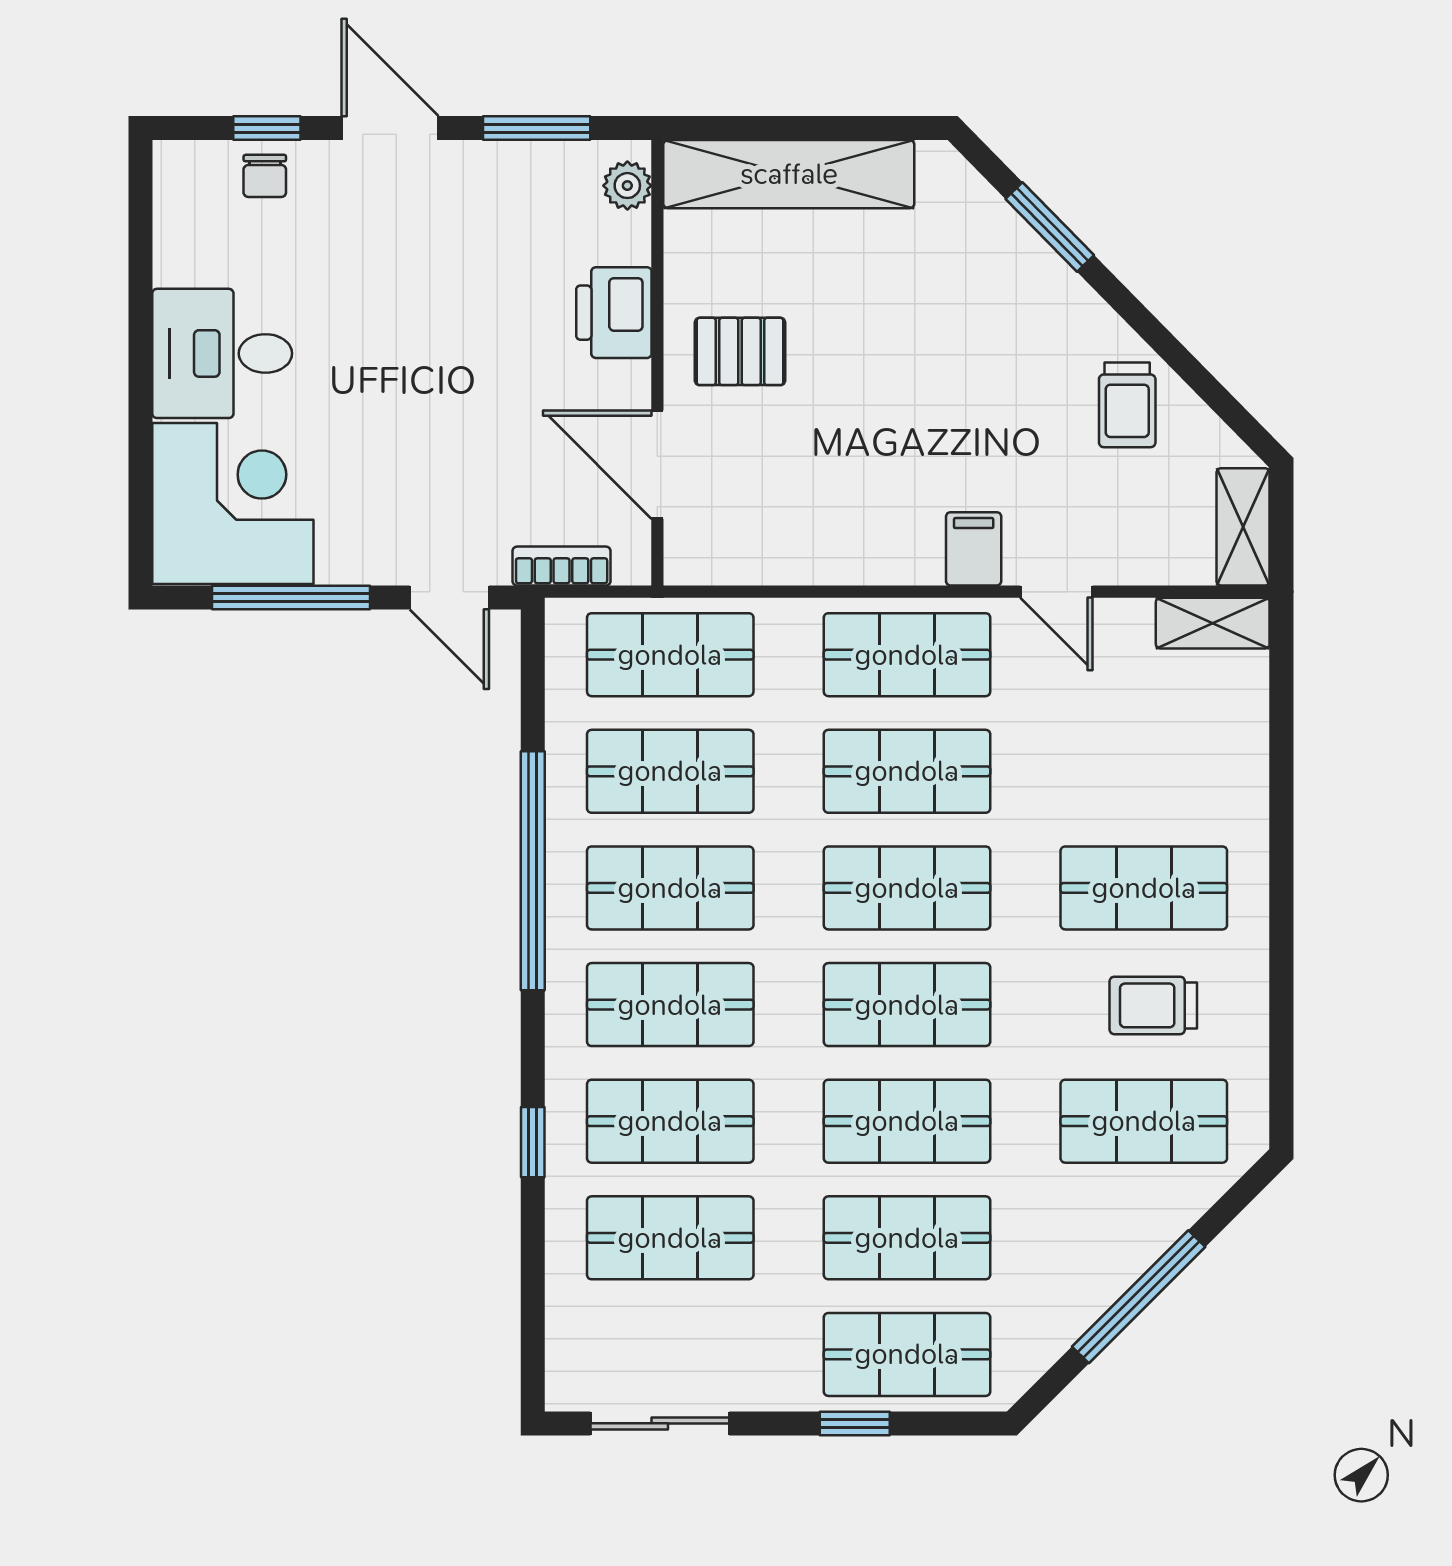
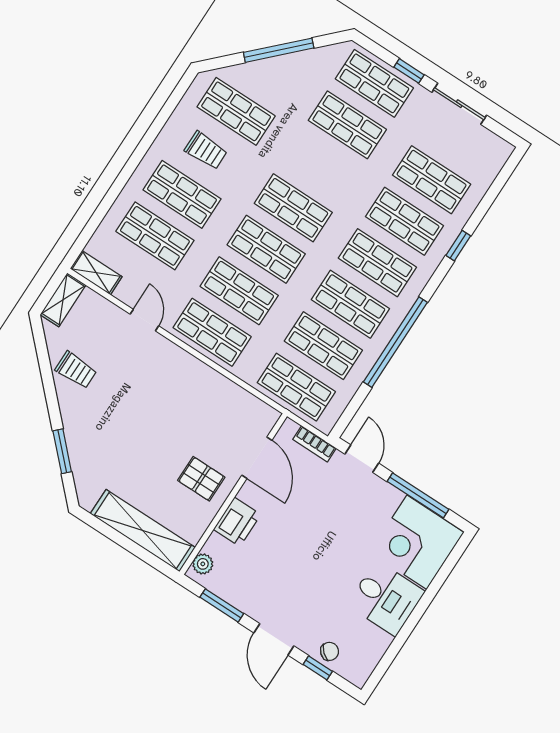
chair: (265, 176) -> (330, 651), turned 42
trolley: (1127, 405) -> (76, 370), turned 90
filing cabinet: (974, 549) -> (164, 354), removed
shop shelf: (907, 1121) -> (155, 236), moved
sliding door: (660, 1423) -> (459, 104), moved

